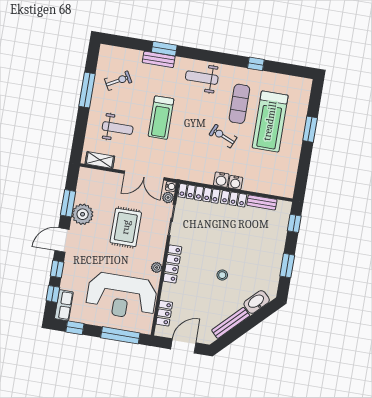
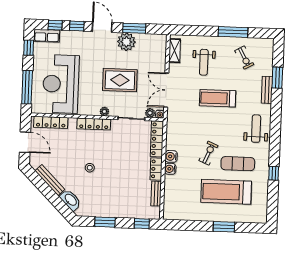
window: (164, 49) -> (277, 78), moved
plant: (157, 267) -> (104, 111), moved
locker: (164, 313) -> (51, 122), width x1.53

